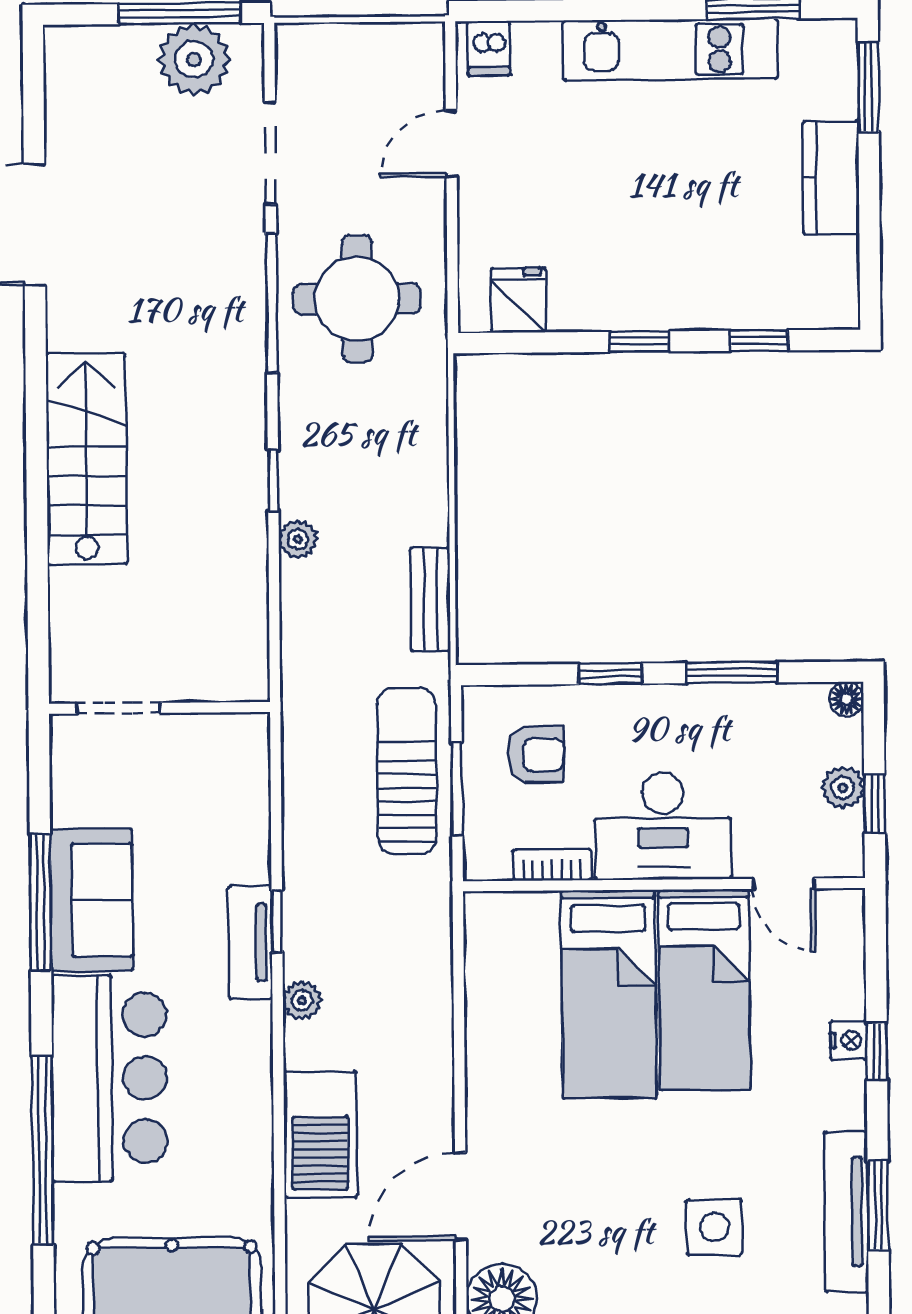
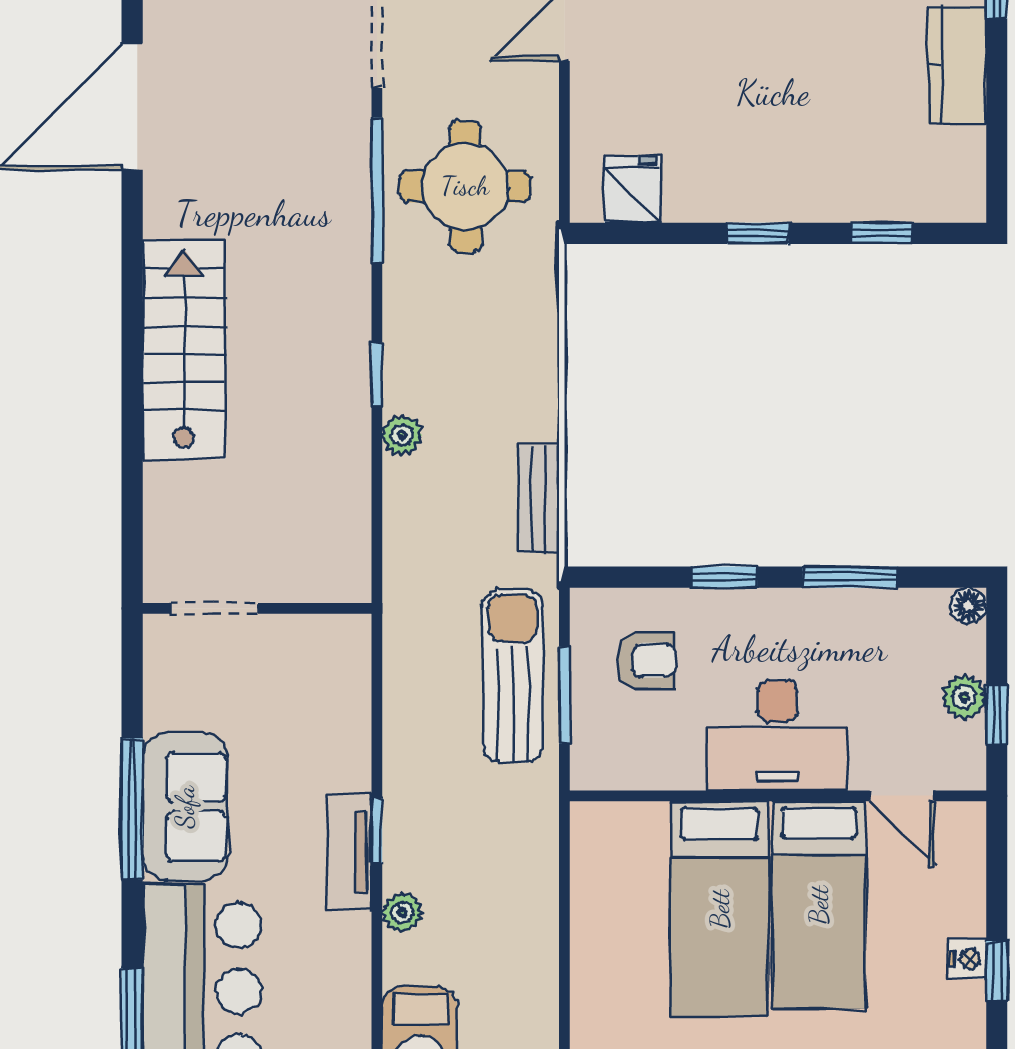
bookcase: (552, 865) -> (662, 775), removed

